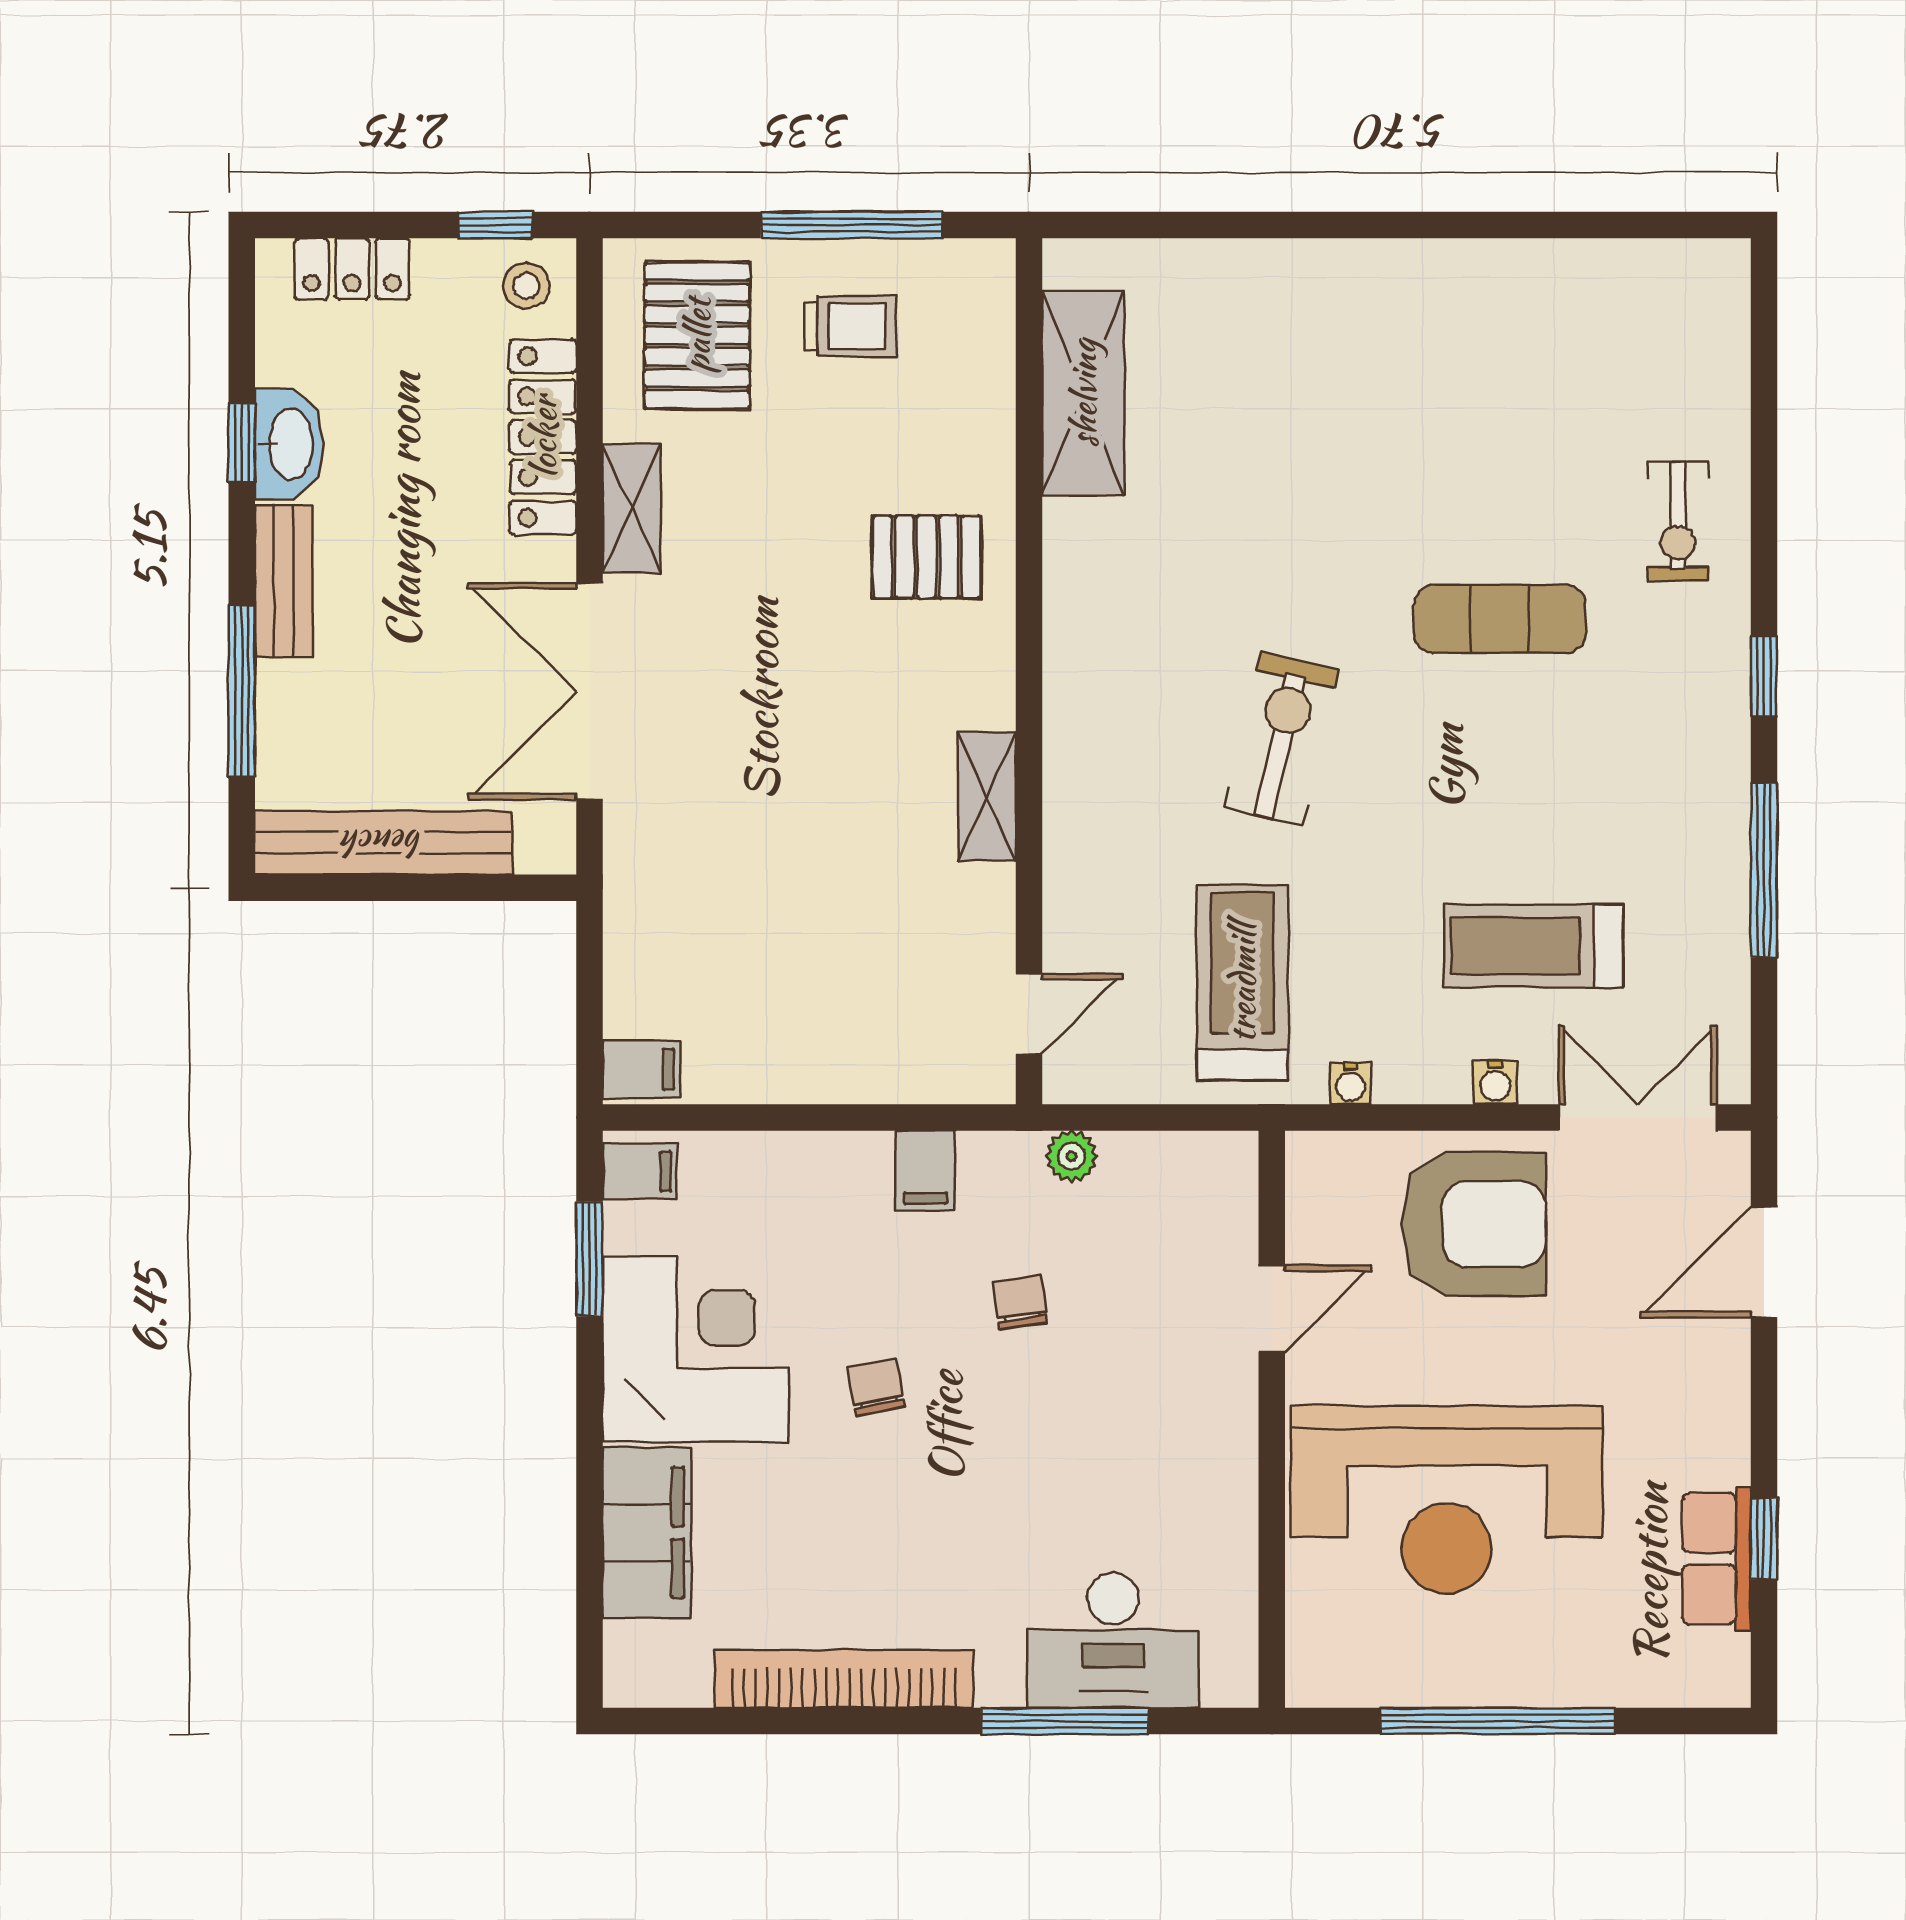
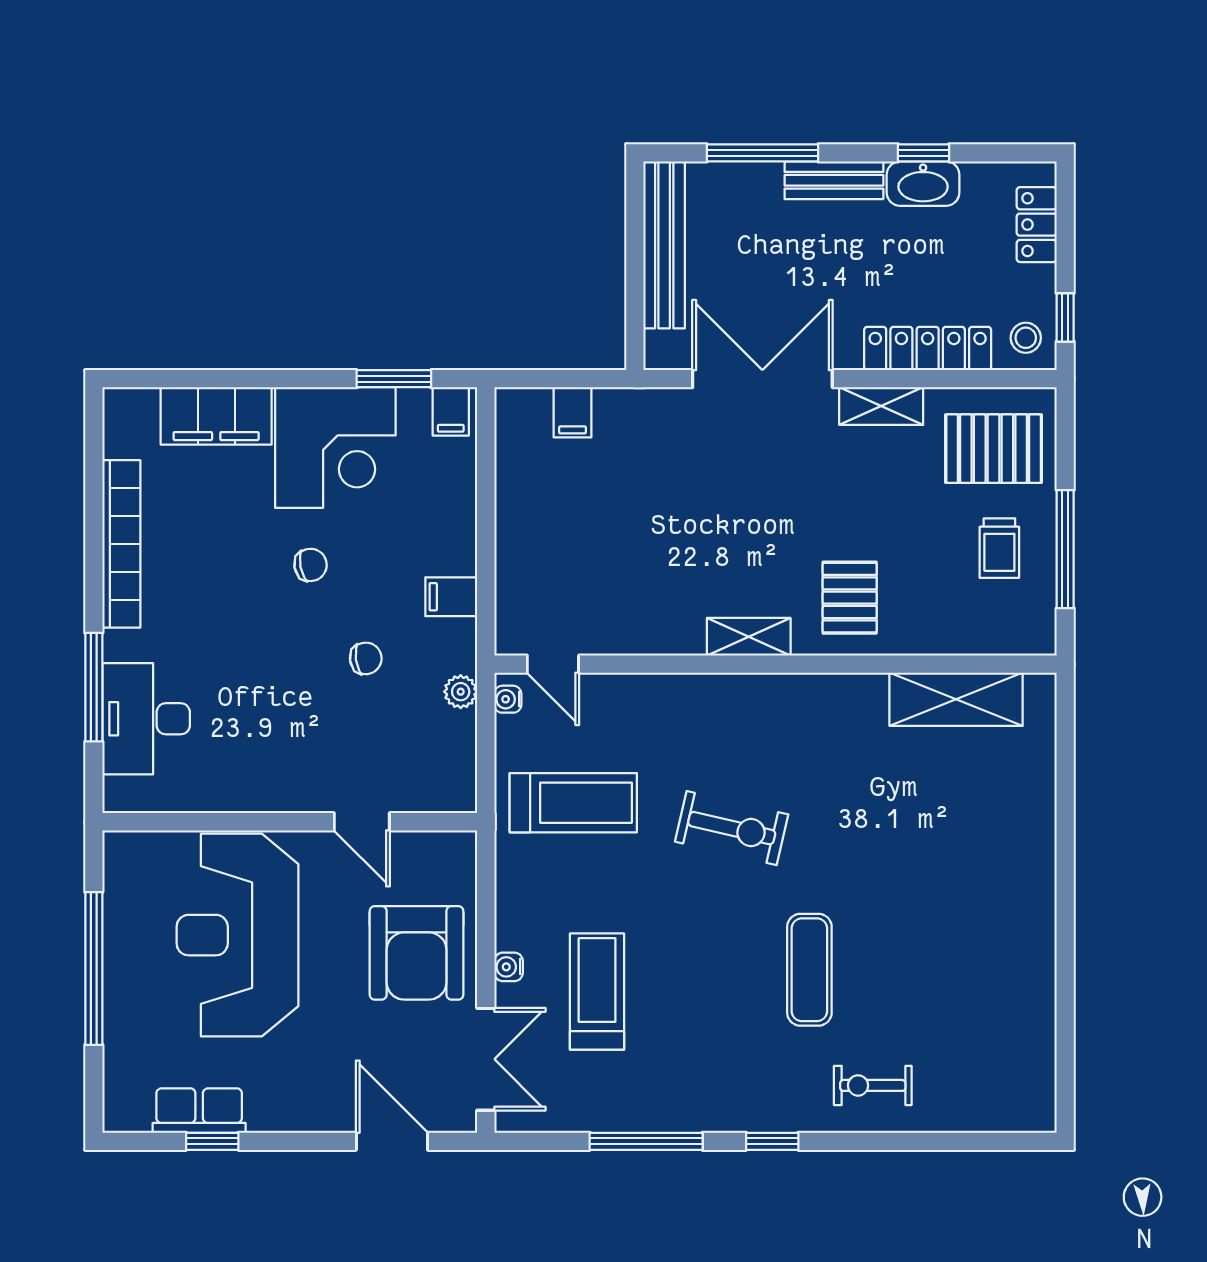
shelving: (987, 796) -> (749, 637), moved
filing cabinet: (641, 1069) -> (572, 412), moved
water cooler: (1350, 1084) -> (508, 699), moved

